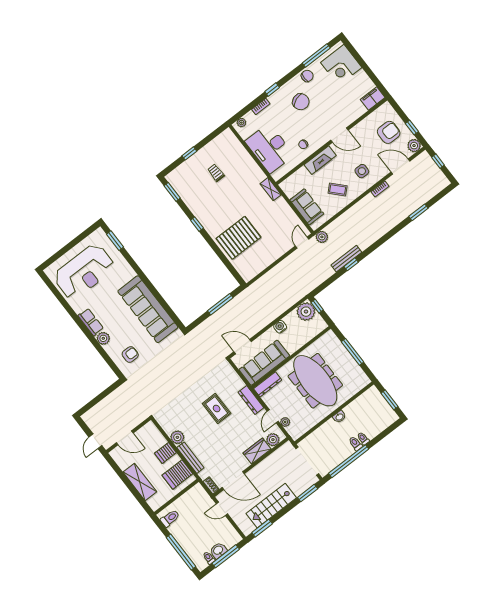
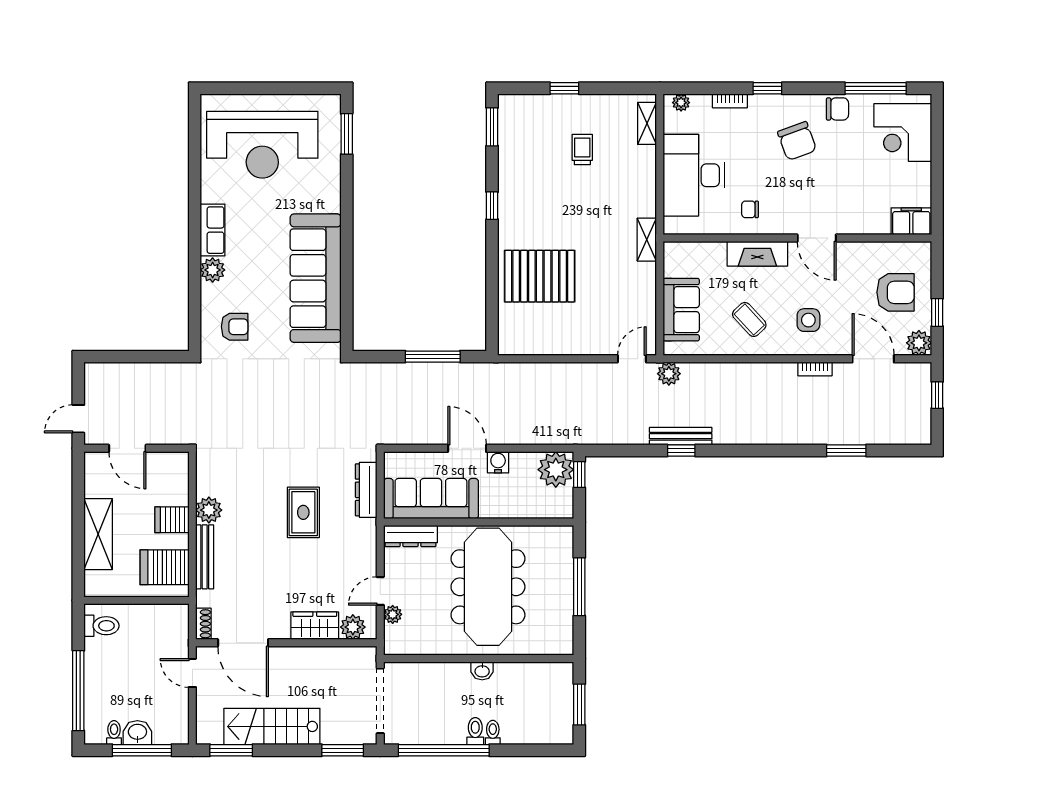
shelving: (234, 142) -> (647, 123), added
door: (243, 347) -> (467, 448), moved
dresser: (251, 400) -> (366, 490), moved

